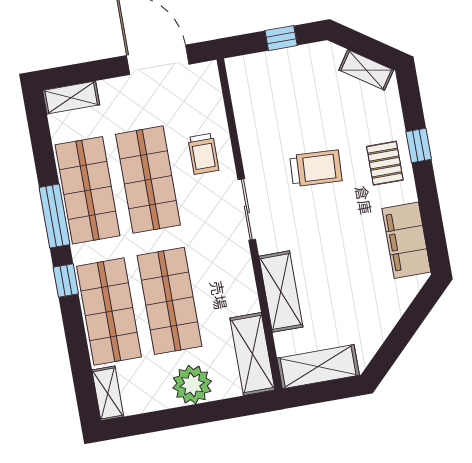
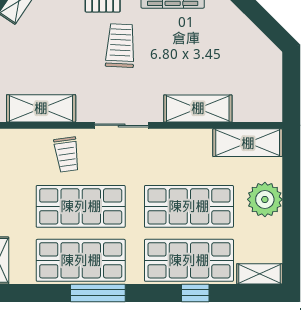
trolley: (203, 154) -> (67, 155), turned 82
trolley: (316, 168) -> (120, 46), moved
window: (66, 280) -> (195, 293), moved
shelving: (318, 367) -> (41, 108), moved, turned 90

